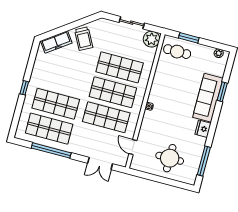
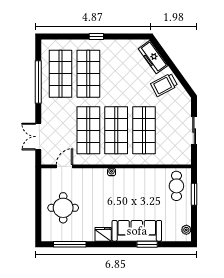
plant: (152, 39) -> (182, 156), removed

